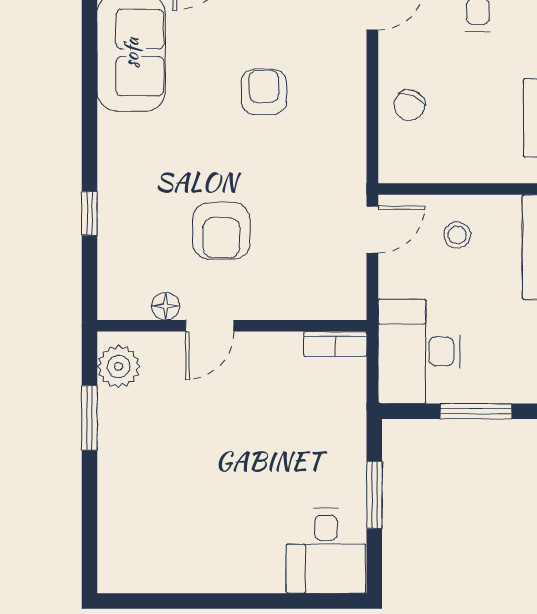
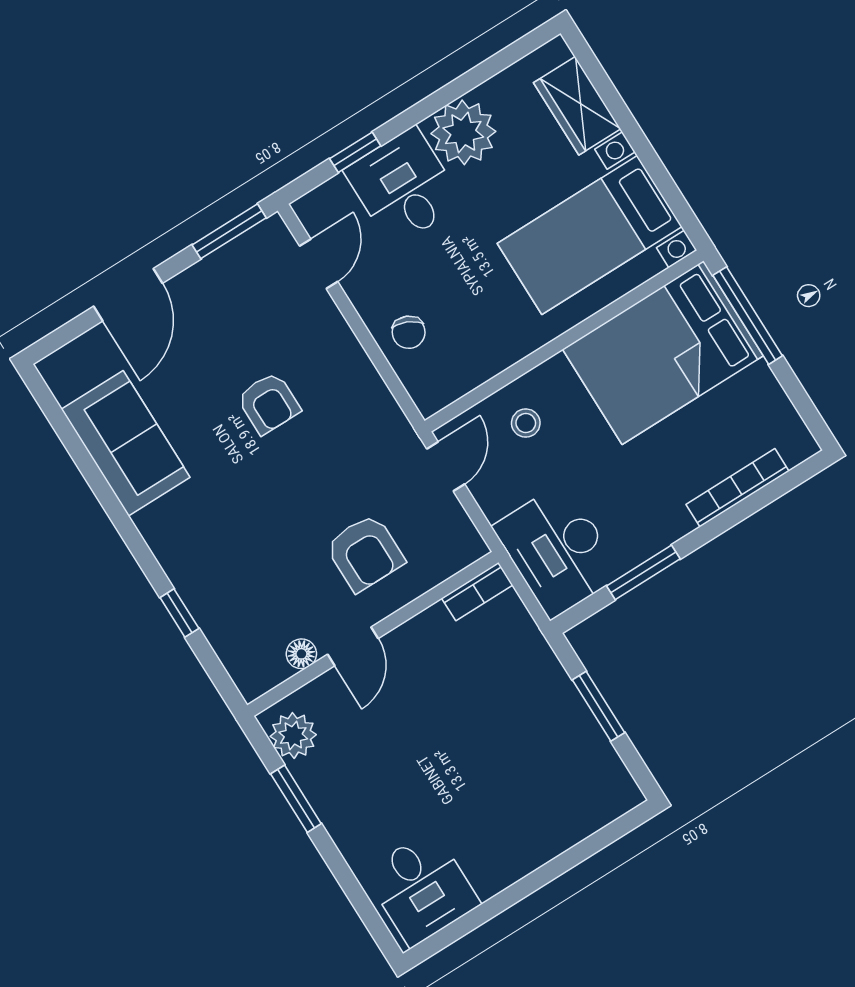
armchair: (264, 92) -> (269, 403), turned 180
armchair: (221, 231) -> (365, 553), moved
desk: (326, 551) -> (422, 888), moved

